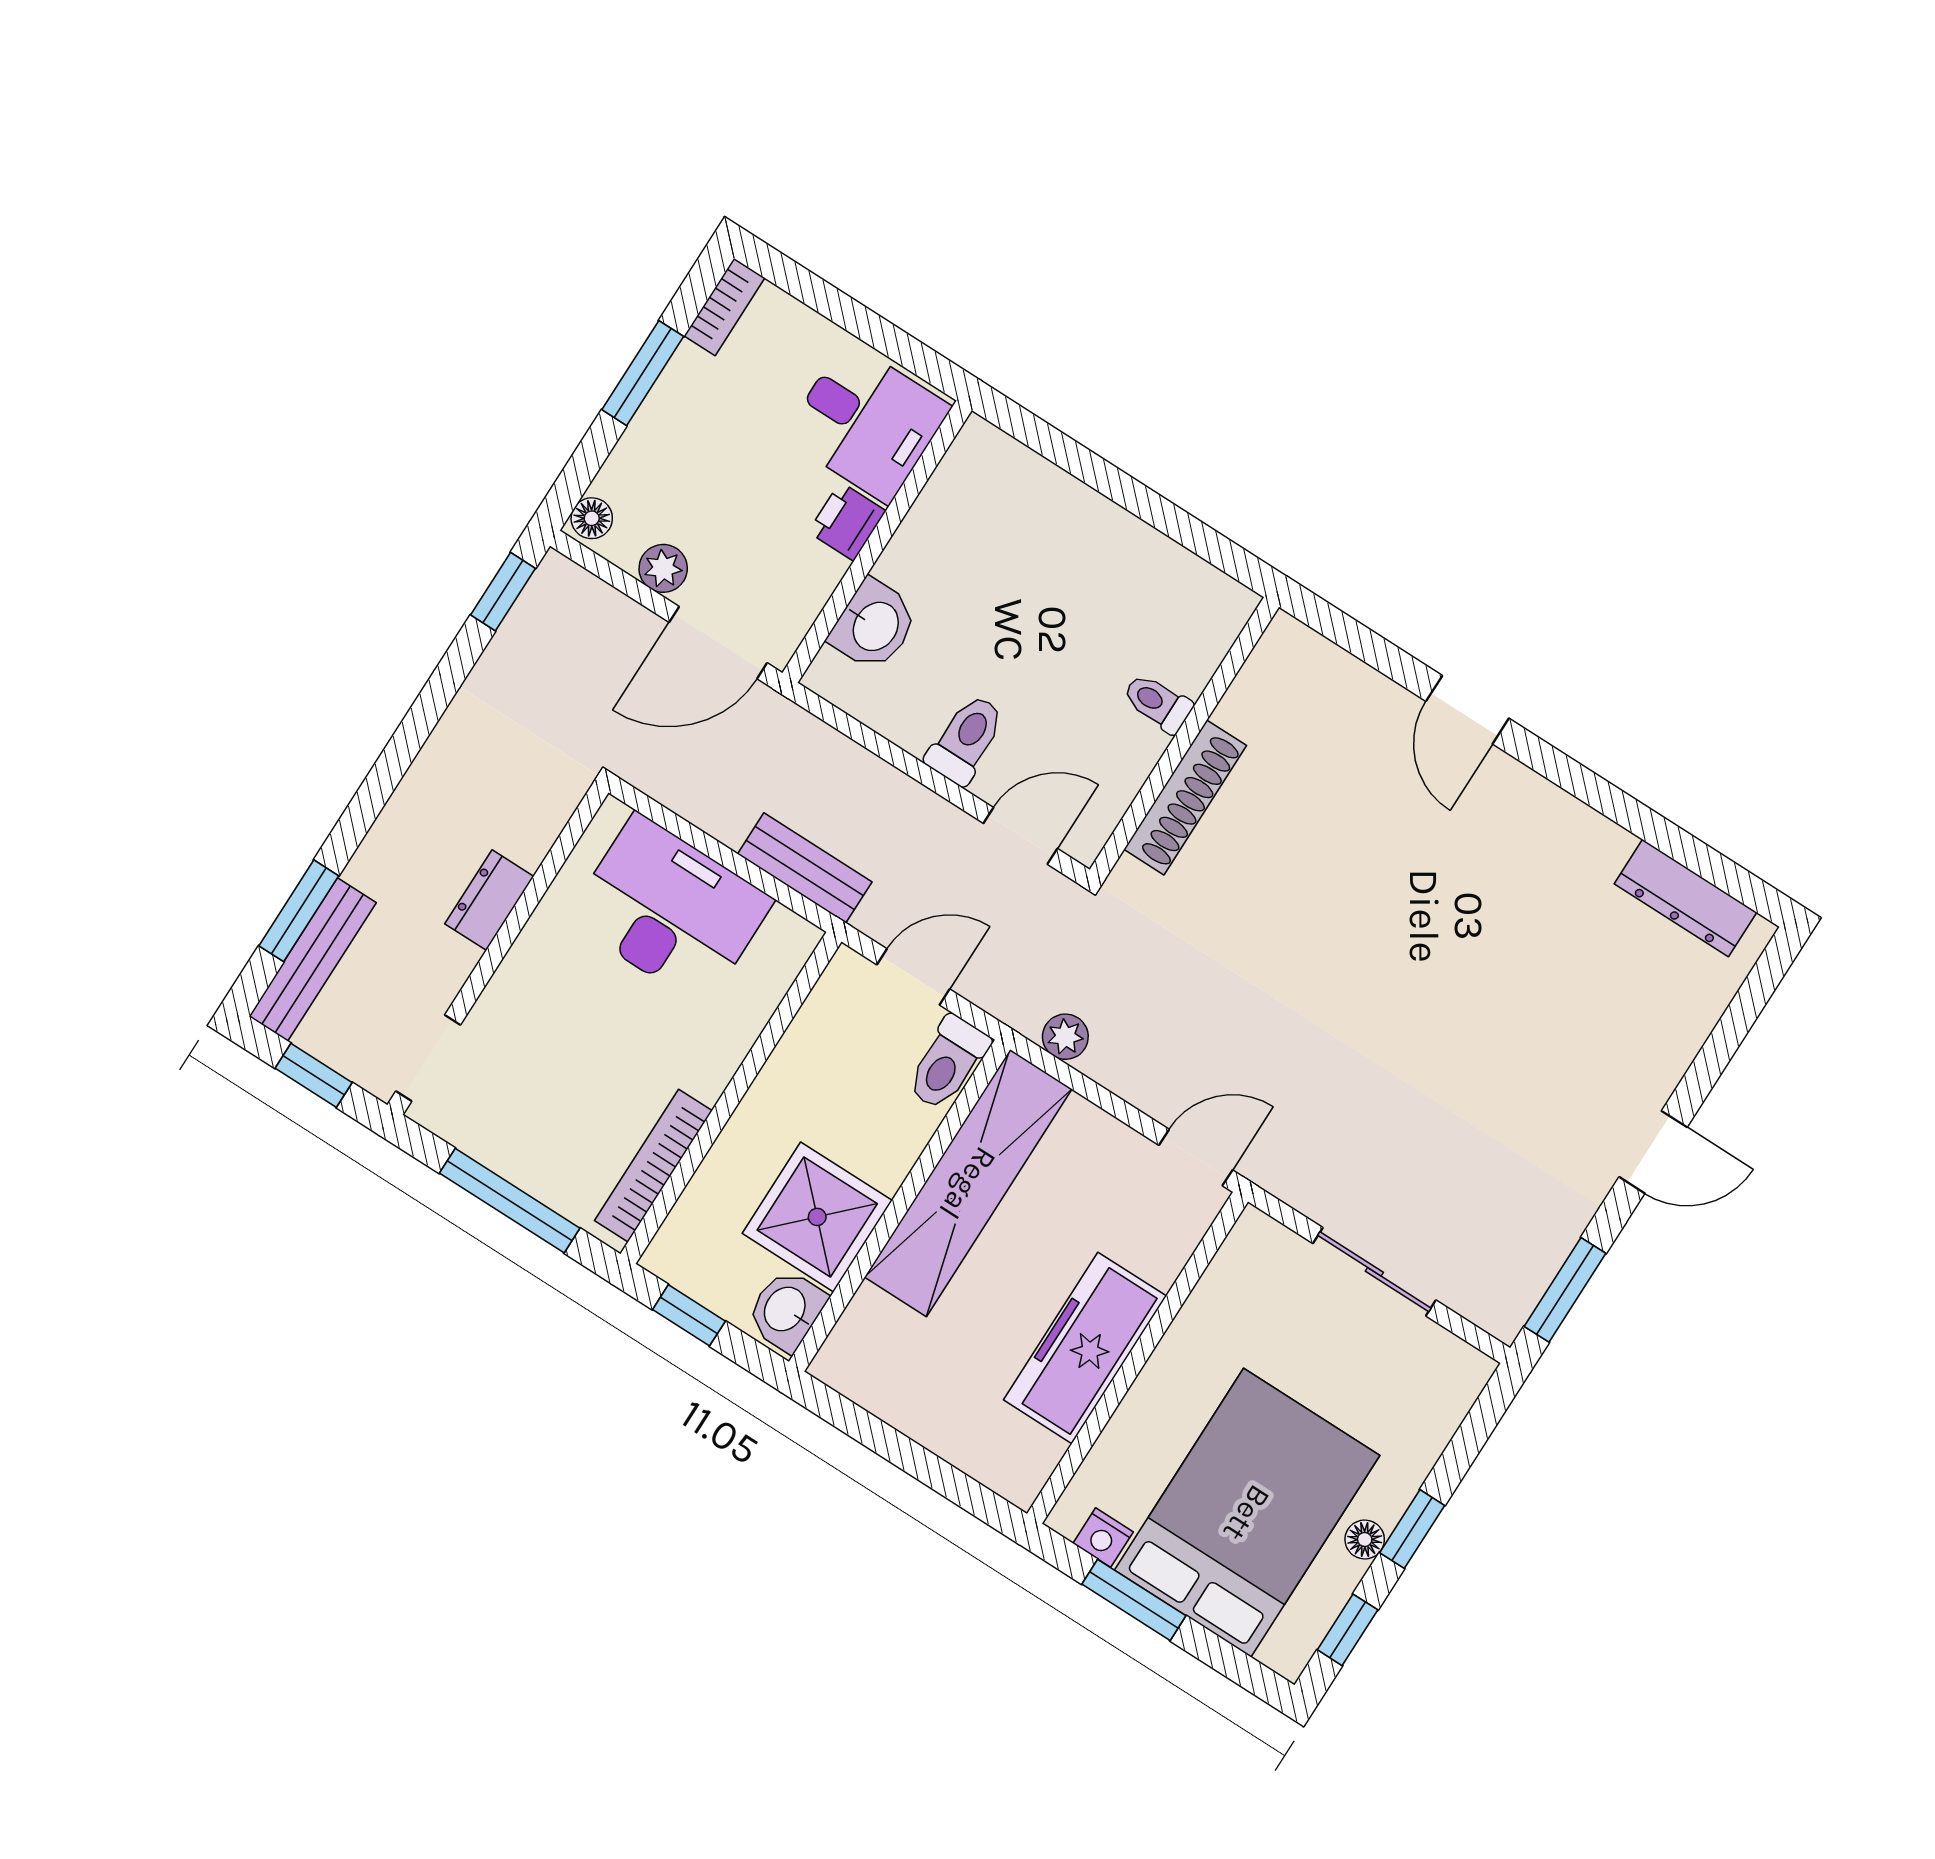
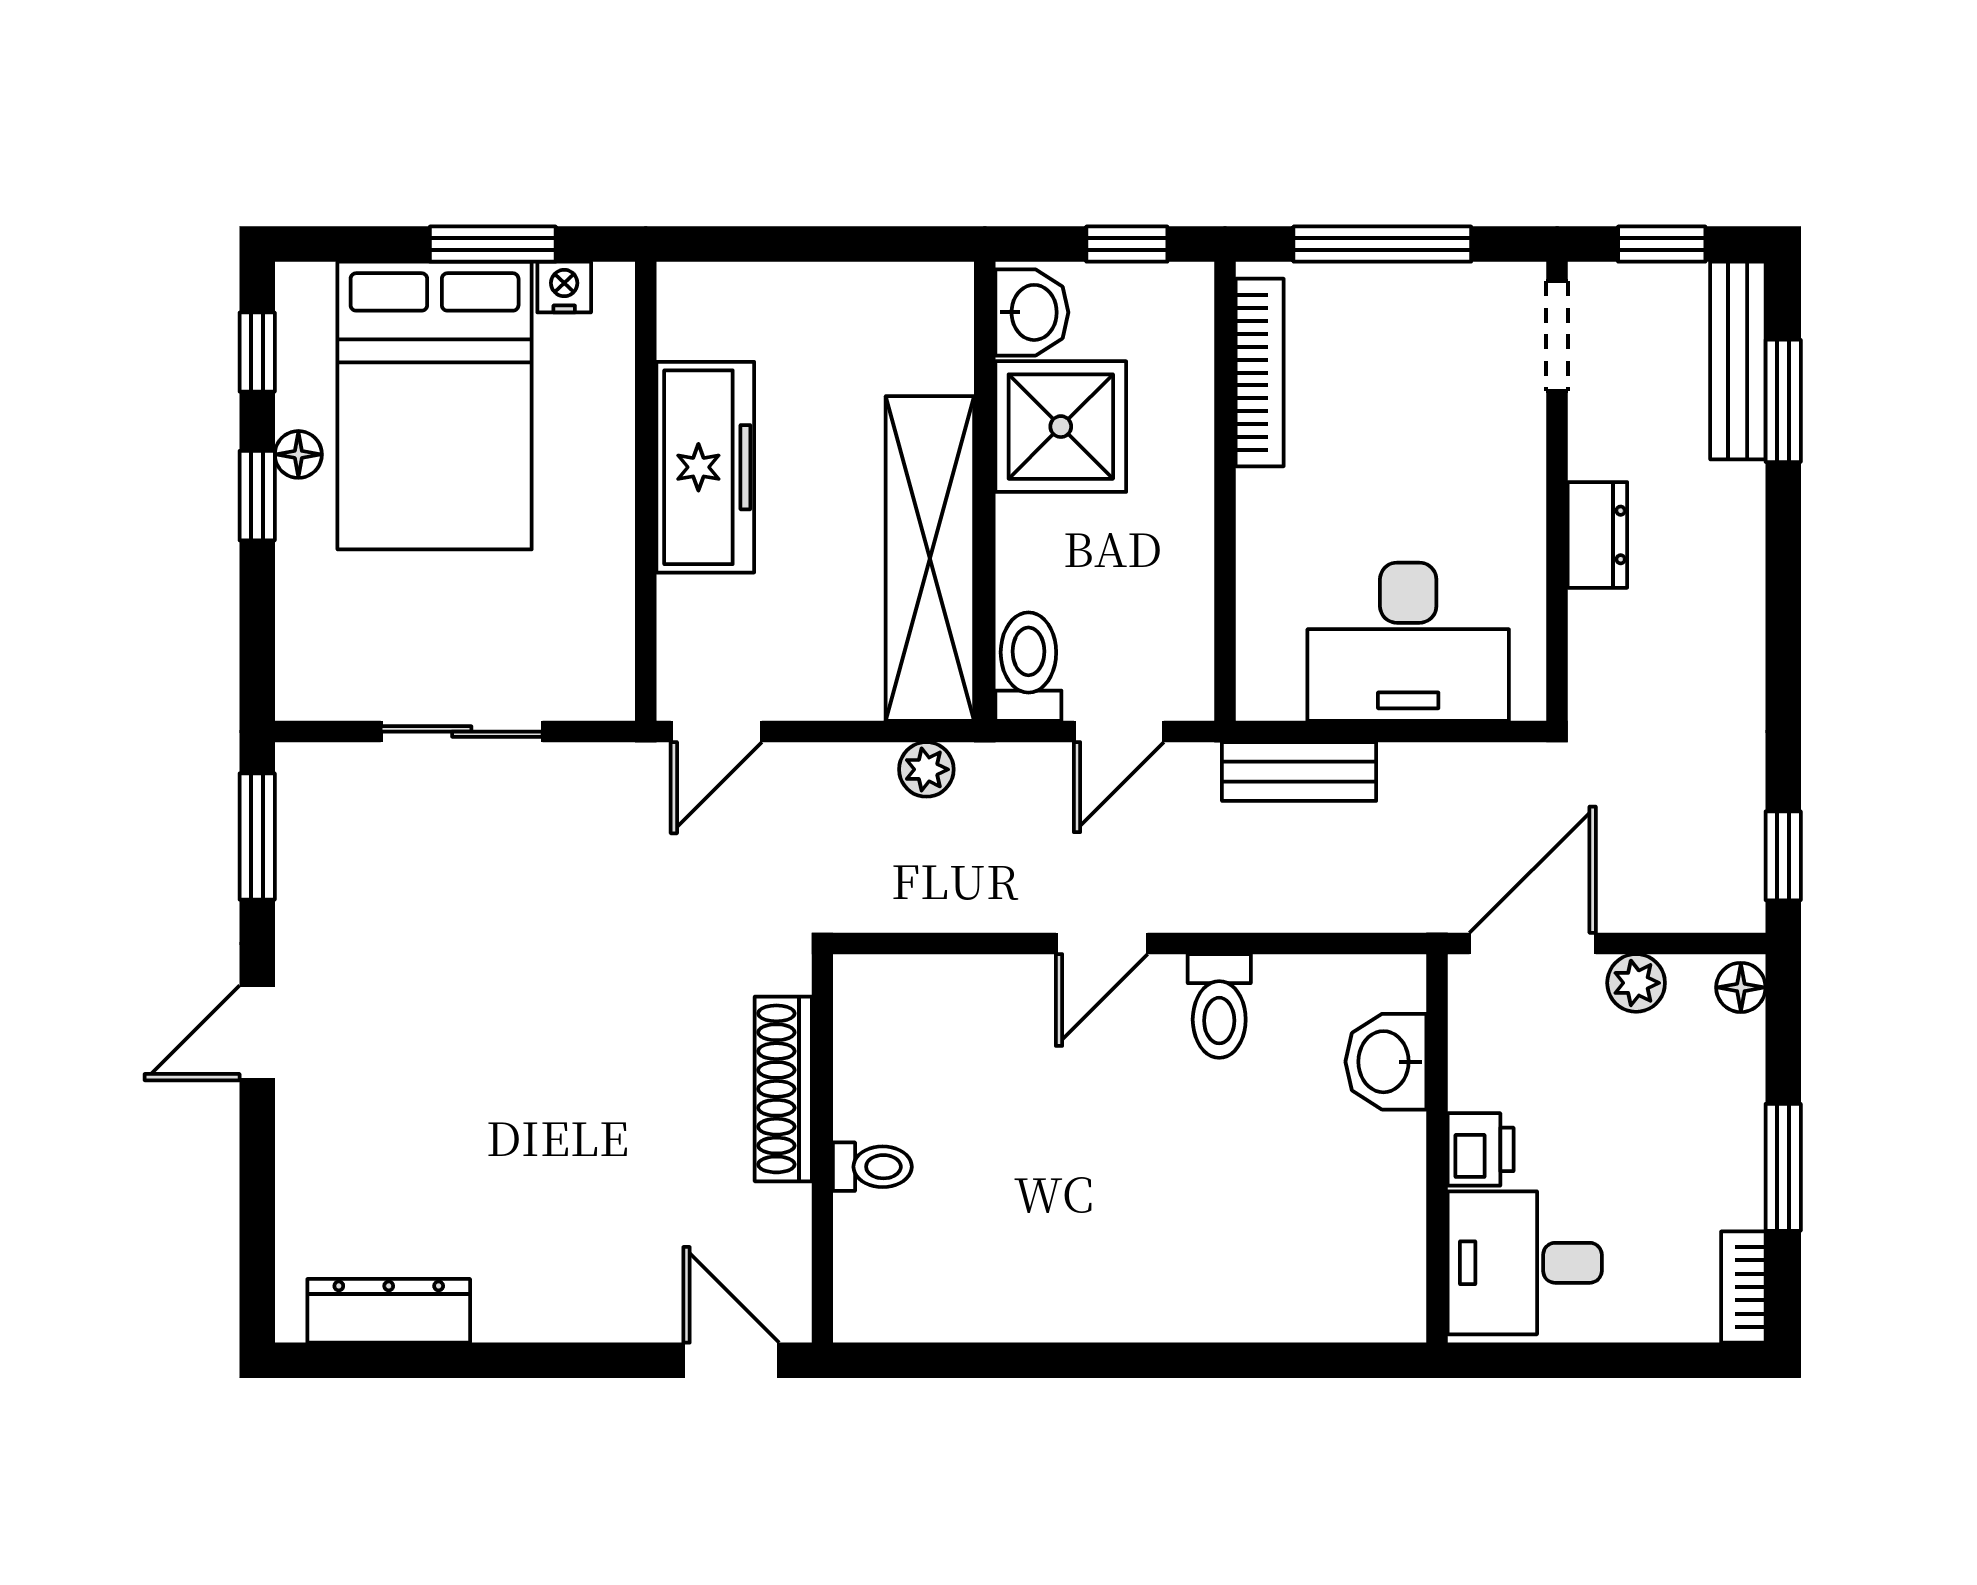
toilet: (1158, 703) -> (872, 1167), moved
wall: (1184, 738) -> (822, 1148), moved
shoe rack: (1185, 797) -> (783, 1089), moved

